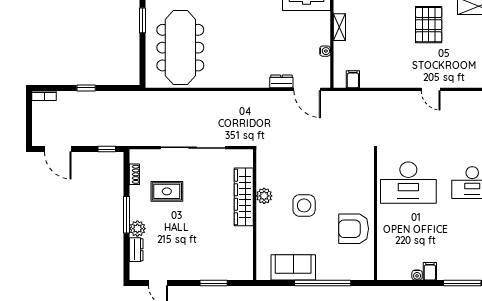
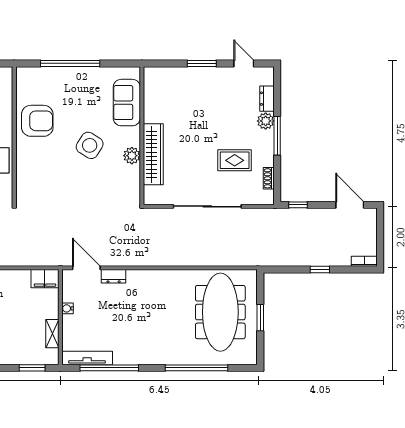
window: (143, 20) -> (260, 318), moved
filing cabinet: (353, 79) -> (45, 279), width x2.00
side table: (304, 205) -> (90, 145), turned 32
sofa: (293, 267) -> (127, 103), moved, turned 90
window: (214, 283) -> (202, 63), moved

